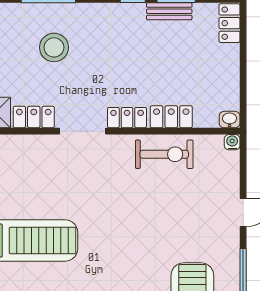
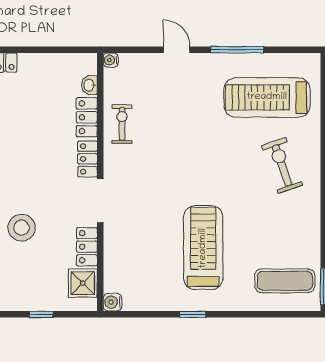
washbasin: (230, 120) -> (89, 85), moved
exercise bike: (164, 154) -> (122, 124), width x0.73, depth x0.72

